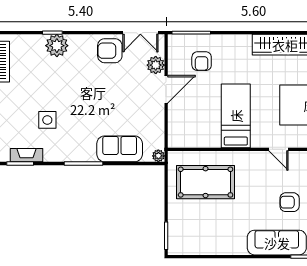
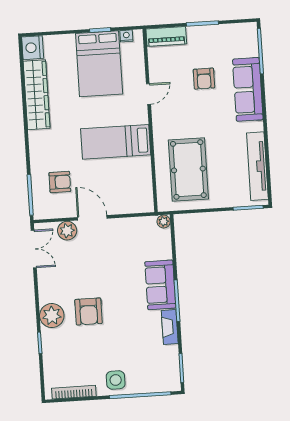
plant: (57, 46) -> (52, 316), moved
armchair: (110, 51) -> (89, 311), moved
side table: (47, 120) -> (116, 380), moved
sofa: (120, 149) -> (160, 285), moved
fireplace: (27, 155) -> (170, 327), moved
tv unit: (204, 247) -> (257, 166), added

